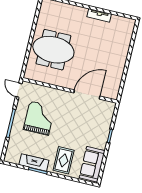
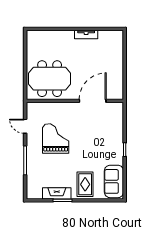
wall: (70, 90) -> (75, 101), moved
door: (87, 94) -> (93, 101), moved
grand piano: (39, 118) -> (56, 138), moved

